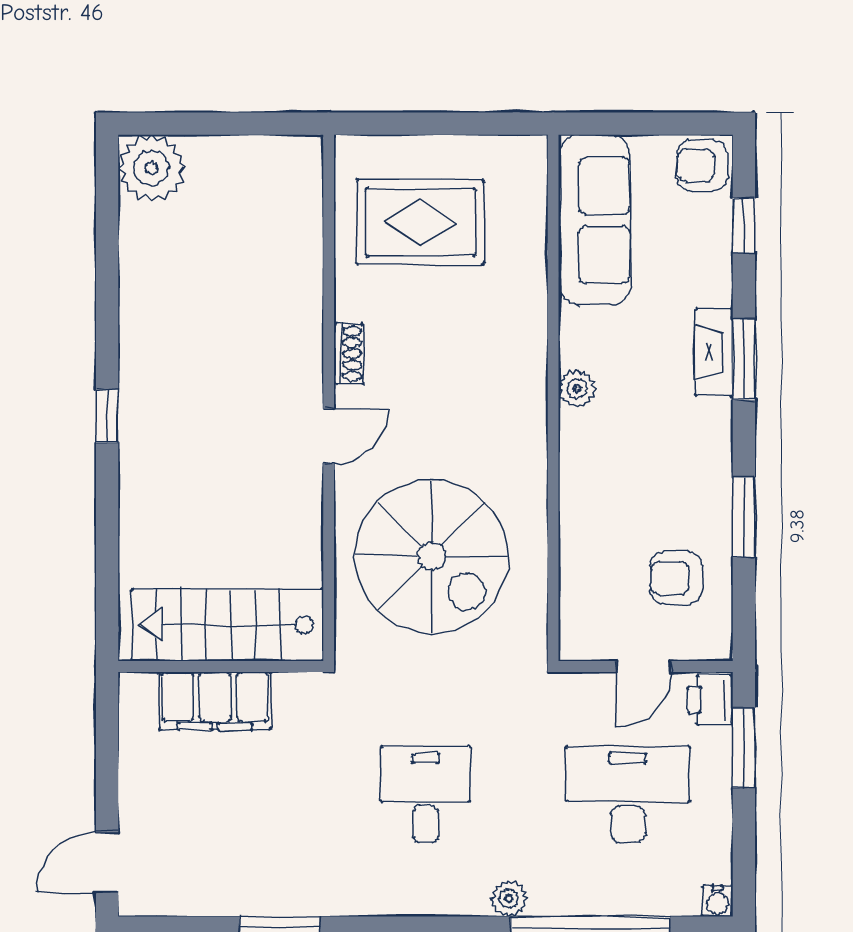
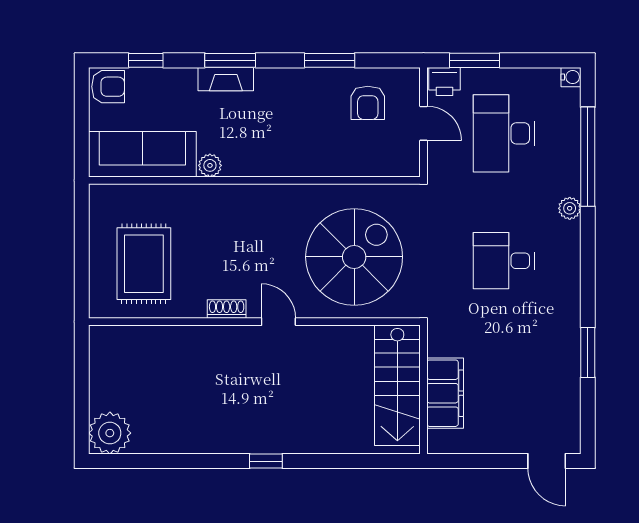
armchair: (702, 165) -> (108, 87), turned -90
plant: (577, 389) -> (210, 165), moved

